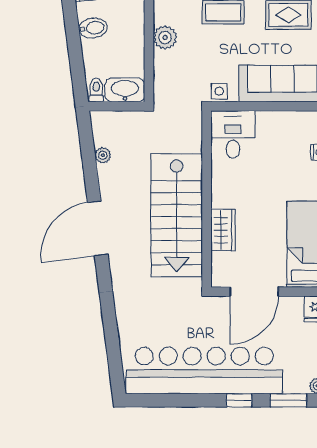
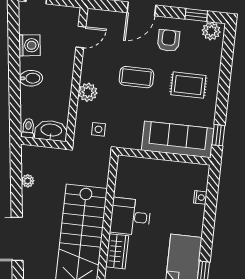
side table: (219, 91) -> (98, 129), moved
desk: (233, 134) -> (130, 217), moved, turned -90

